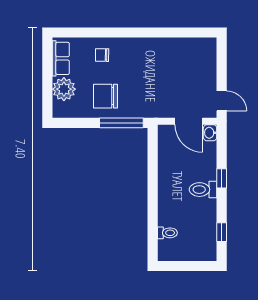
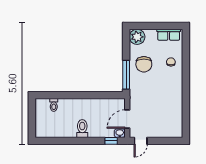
plant: (64, 89) -> (137, 37), moved
chair: (106, 96) -> (144, 64), turned 180
window: (222, 178) -> (111, 141), moved
window: (222, 232) -> (54, 141), removed

